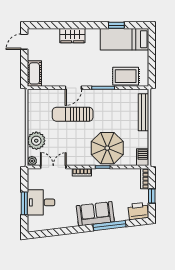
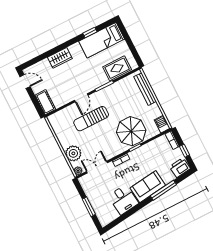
door: (24, 42) -> (25, 82), swing flipped
desk: (41, 202) -> (123, 200), moved, turned -97

